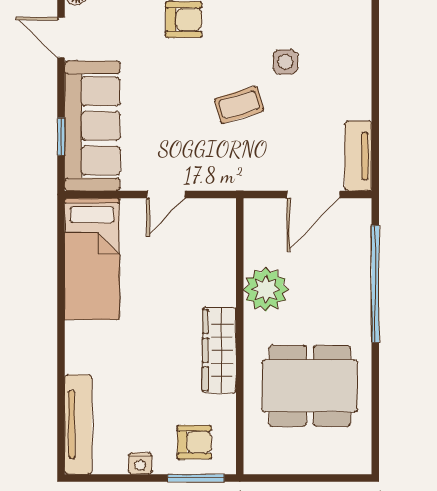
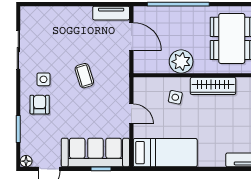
side table: (286, 62) -> (43, 79), moved
side table: (198, 278) -> (175, 97), added

